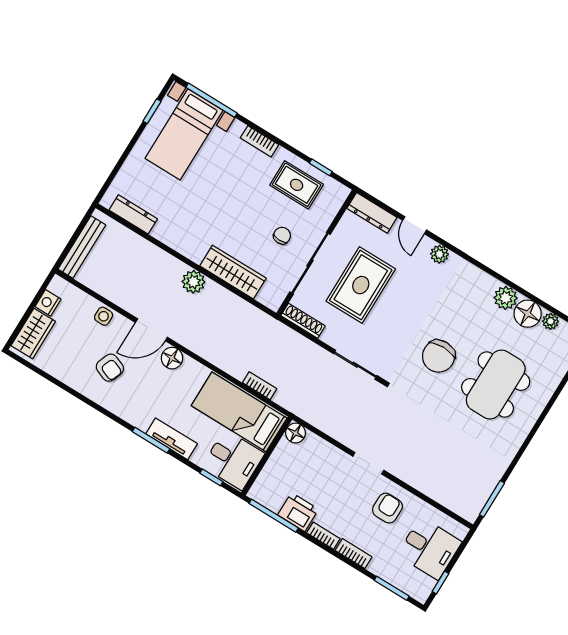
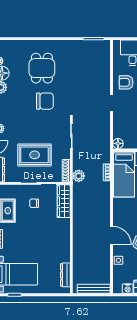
wardrobe: (233, 272) -> (64, 201), moved
plant: (193, 282) -> (79, 176), moved
floor lamp: (172, 358) -> (118, 219), removed
dining table: (496, 384) -> (42, 68), width x0.73

